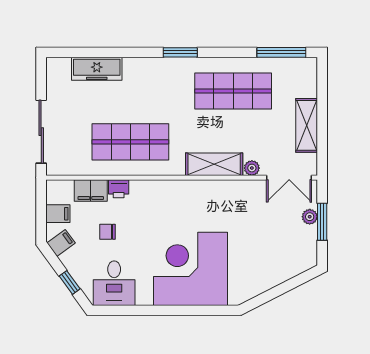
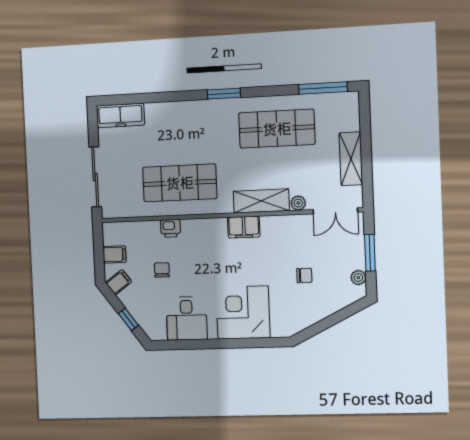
freezer: (97, 69) -> (120, 115), moved
filing cabinet: (91, 190) -> (244, 227), moved
plant: (310, 217) -> (358, 278), moved
chair: (108, 232) -> (162, 270), turned 90
chair: (255, 242) -> (304, 275), added
corner desk: (191, 269) -> (243, 312), width x0.74, depth x0.74
desk: (114, 283) -> (187, 318), moved

